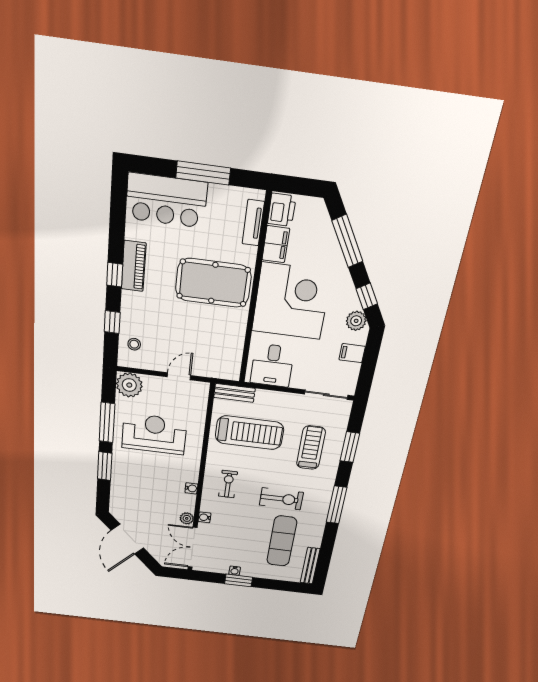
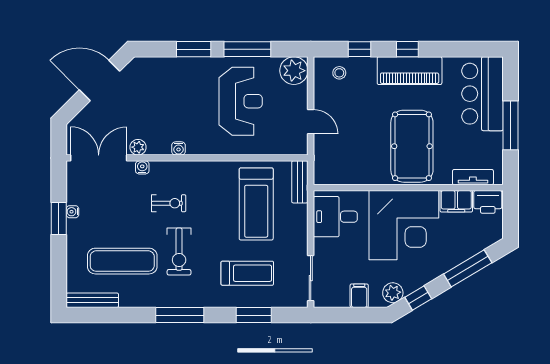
piano: (134, 266) -> (410, 71), width x1.37, depth x1.33
exercise bike: (228, 484) -> (169, 203), moved

